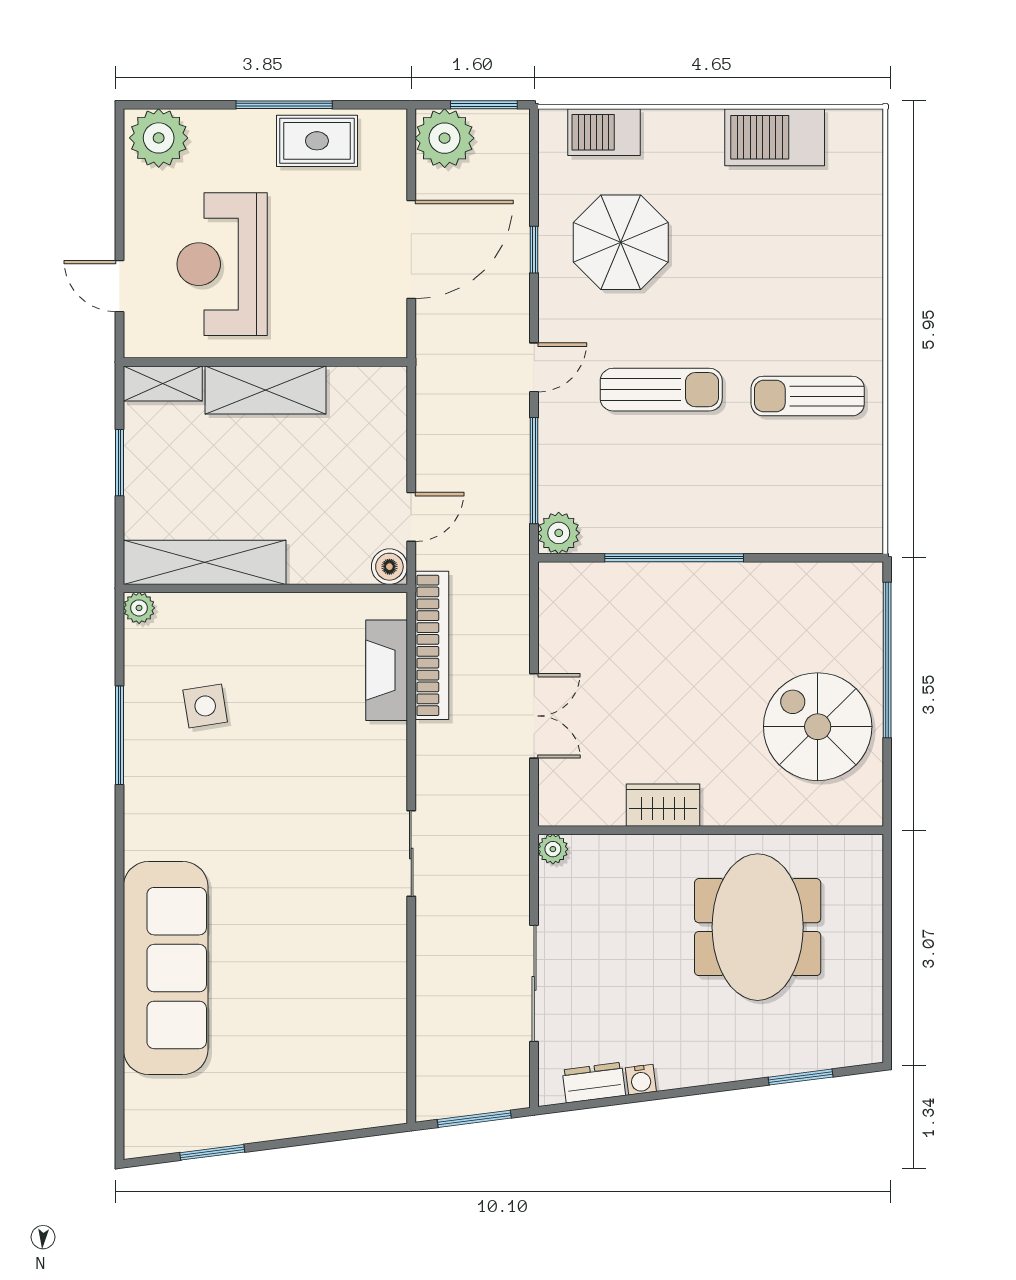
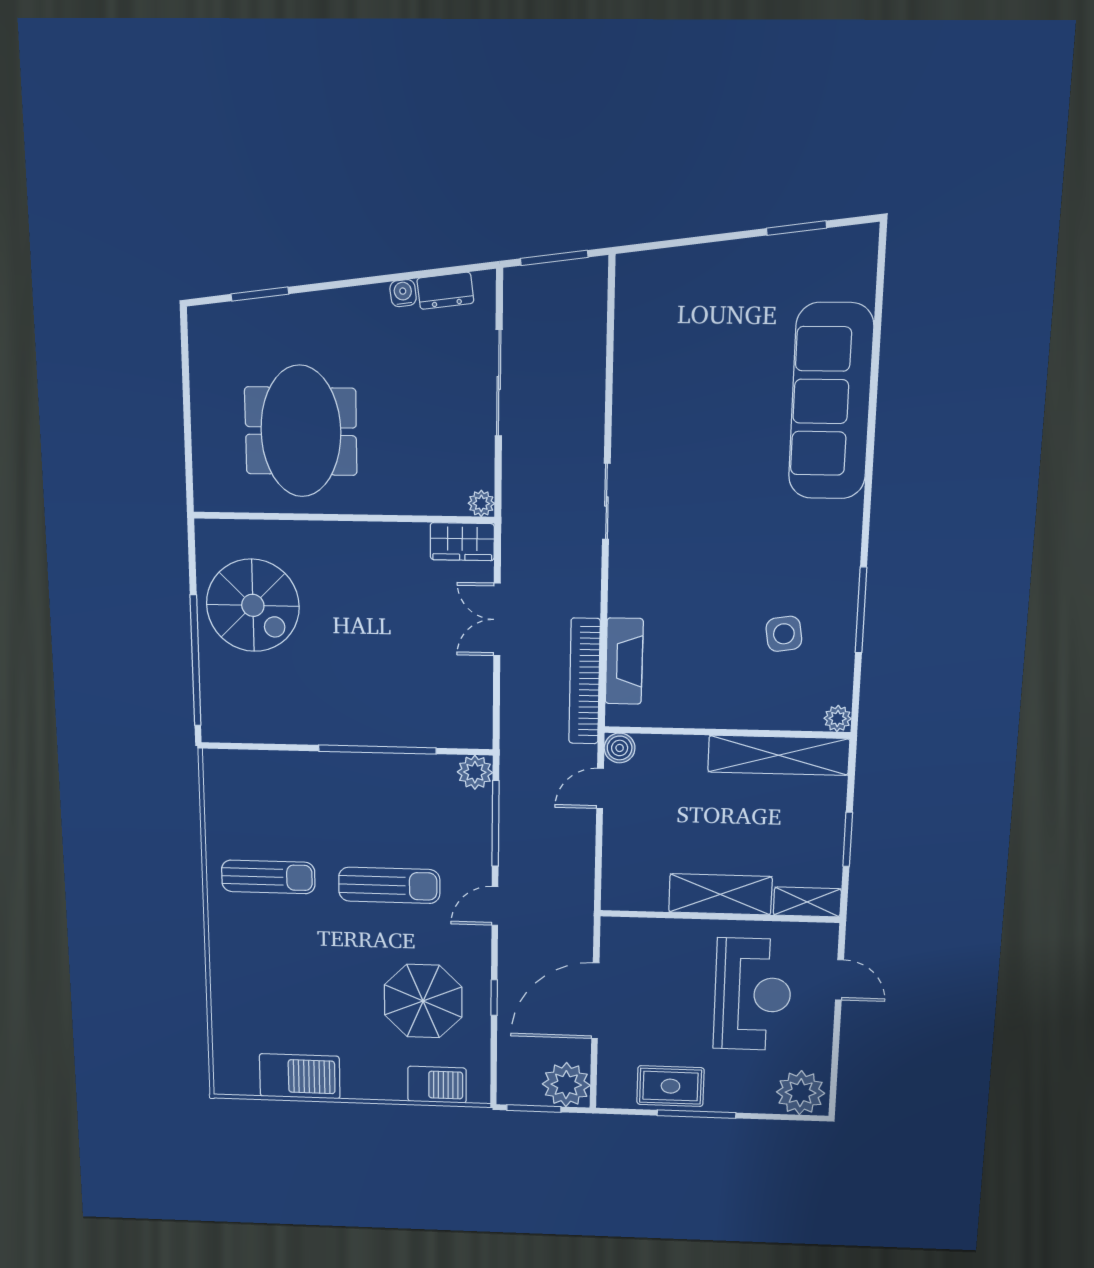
sun lounger: (661, 390) -> (389, 885), turned 180
wardrobe: (663, 805) -> (462, 542), moved

